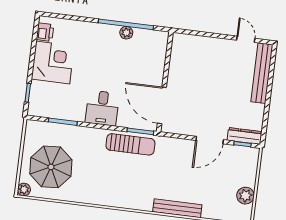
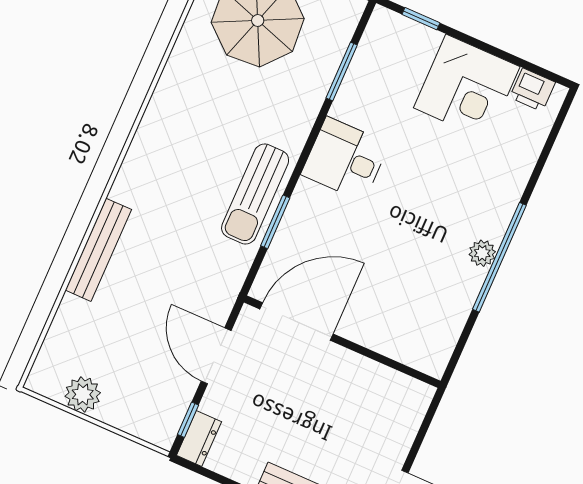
wall: (165, 82) -> (342, 342), moved
door: (162, 105) -> (297, 322), moved
dresser: (245, 136) -> (199, 439), width x0.70

